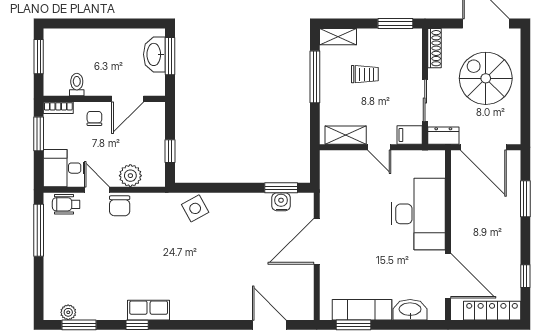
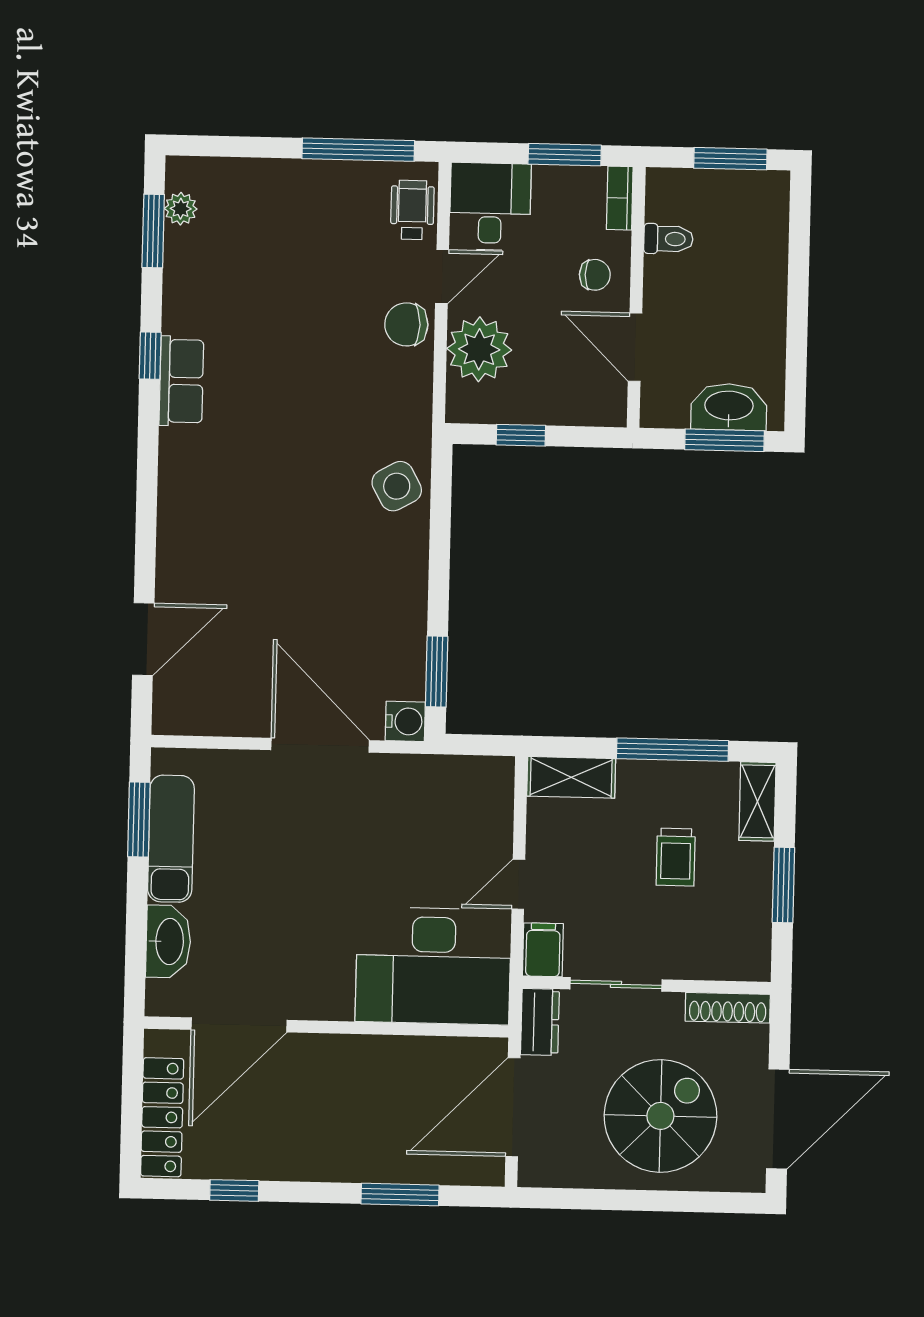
window: (395, 24) -> (783, 885), moved
shelving: (346, 135) -> (571, 777), moved, turned 90
plant: (130, 176) -> (479, 349), width x1.36, depth x1.36
water cooler: (281, 202) -> (405, 721), moved
desk: (418, 214) -> (433, 966), moved

